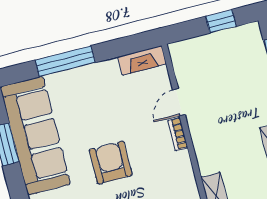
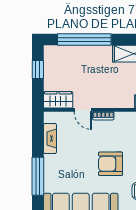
fireplace: (142, 60) -> (50, 139), moved
wardrobe: (184, 62) -> (58, 100), added

